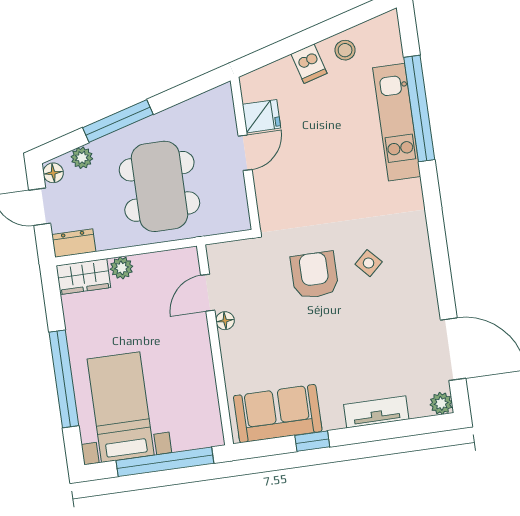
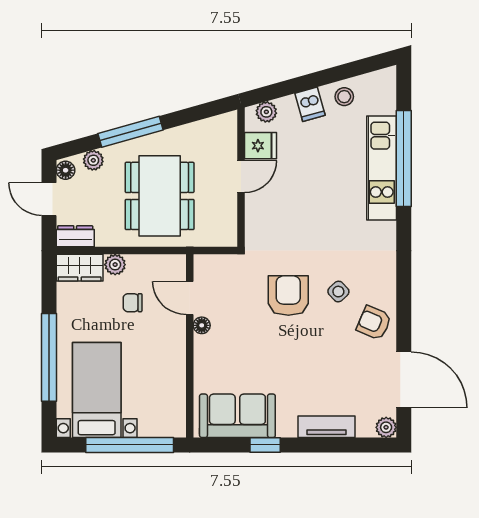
plant: (263, 79) -> (266, 112), added
armchair: (412, 292) -> (374, 323), added
door: (208, 293) -> (190, 298), hinge flipped
chair: (146, 307) -> (133, 303), added

